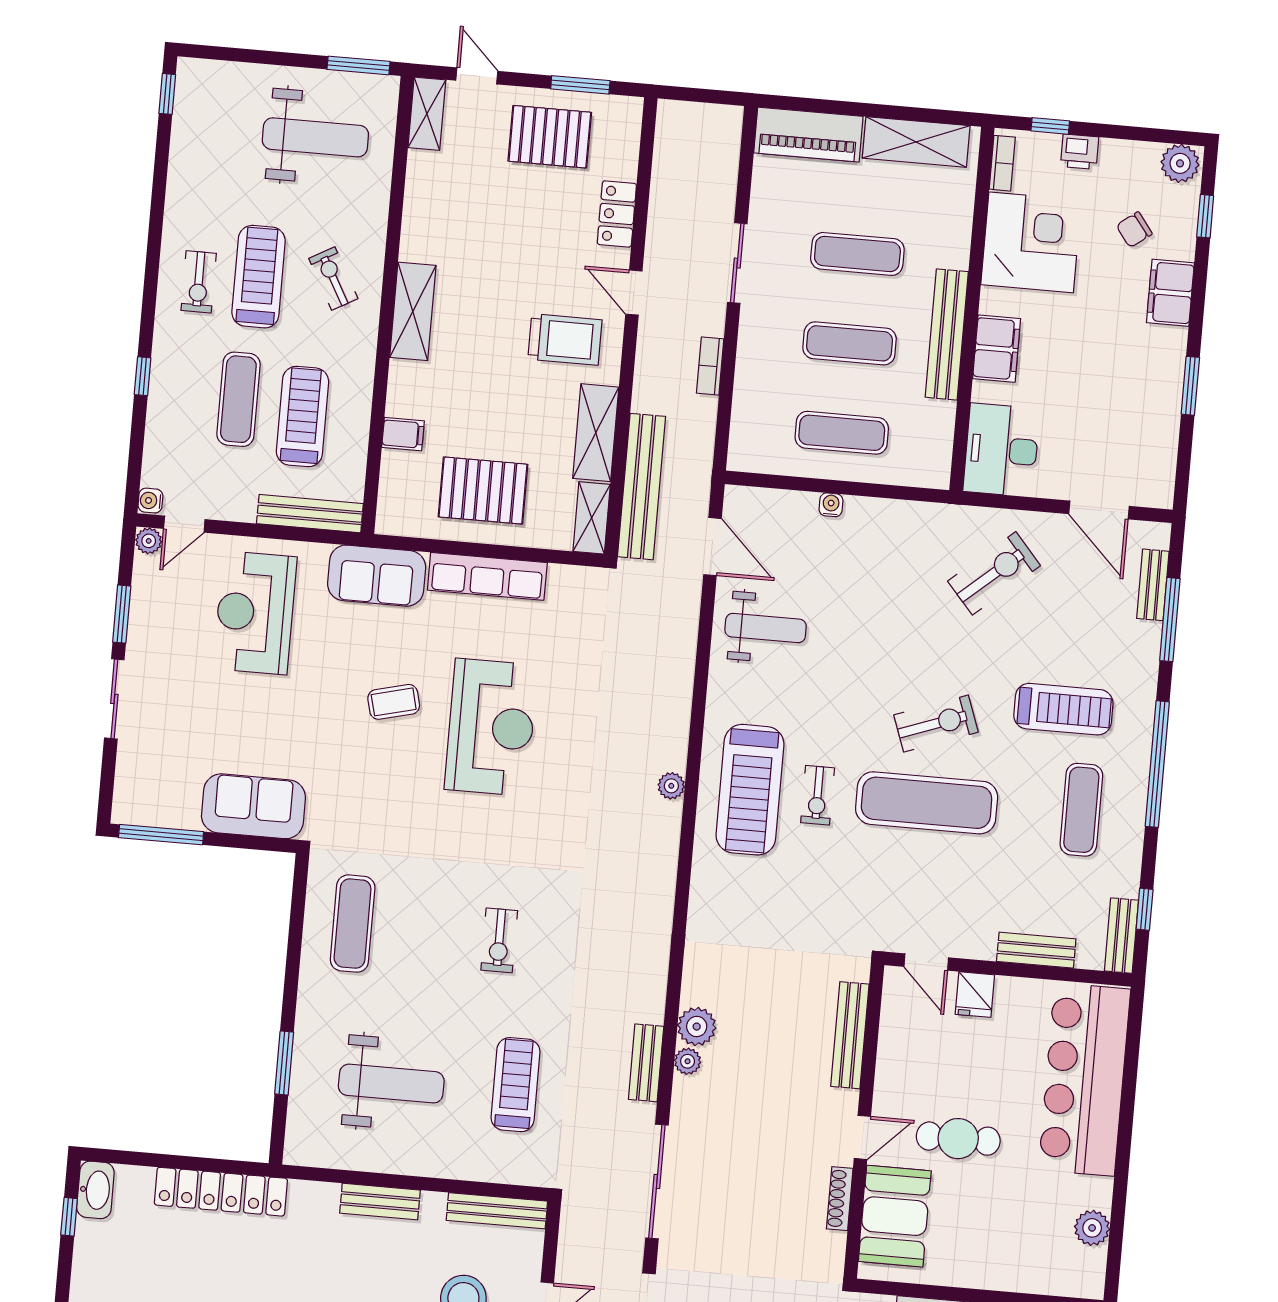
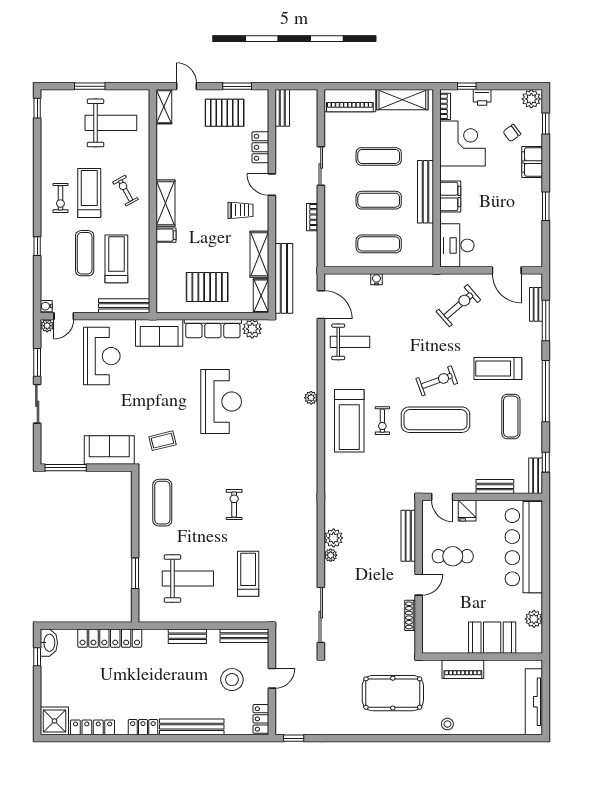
window: (358, 65) -> (90, 86), moved
trolley: (565, 339) -> (240, 210), width x0.73, depth x0.72
filing cabinet: (403, 434) -> (166, 235), moved
plant: (568, 584) -> (252, 329), added
reception desk: (255, 613) -> (102, 356), turned 180
coffee table: (394, 702) -> (162, 441), moved
treadmill: (1063, 709) -> (498, 369), turned 180
plant: (671, 786) -> (311, 398), moved
exercise bike: (499, 940) -> (234, 505), turned 180
bench: (646, 1063) -> (282, 108), moved
cafe table: (958, 1139) -> (453, 556), moved
booth: (895, 1216) -> (492, 638), moved, turned 90

